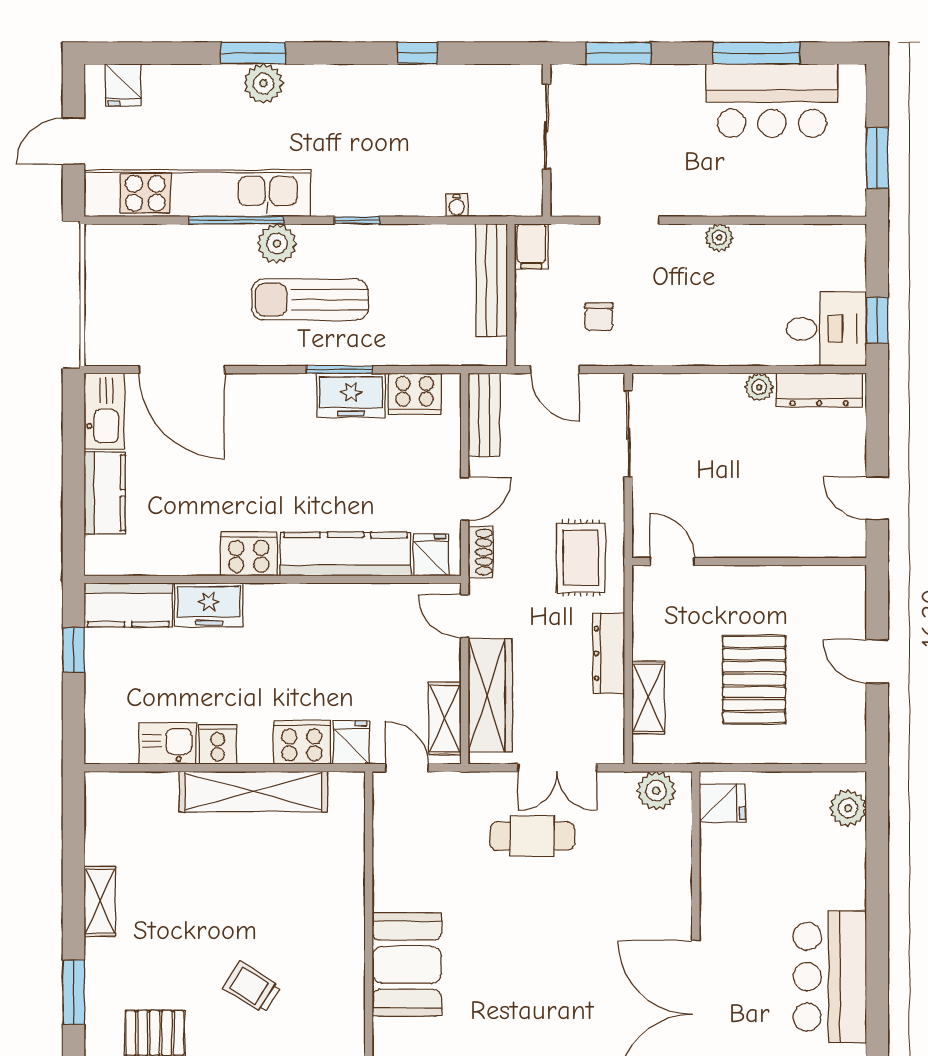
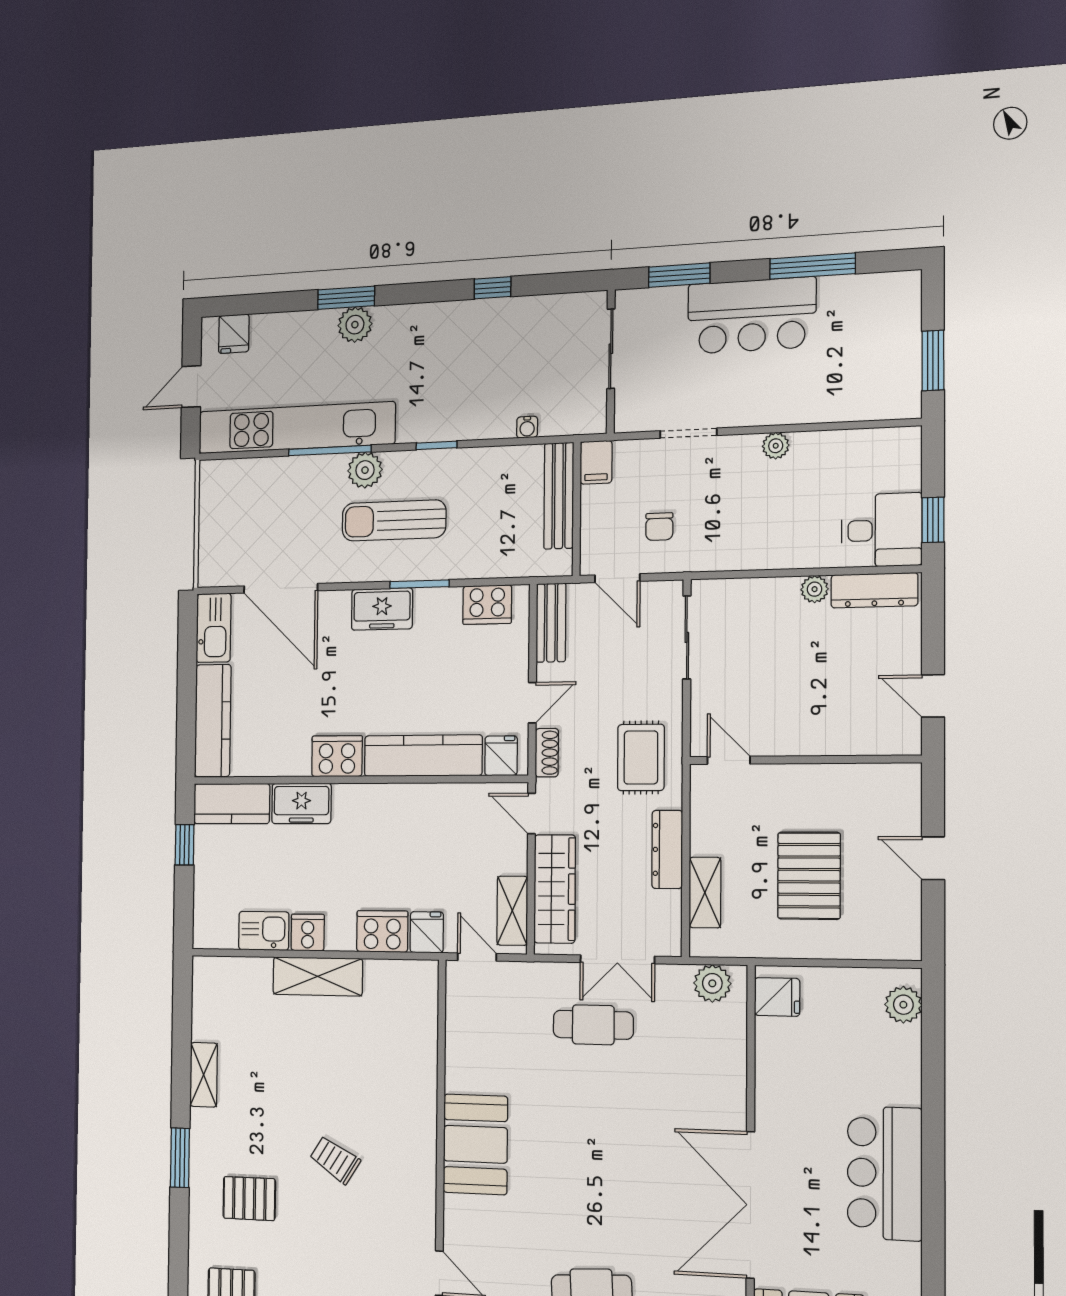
bar counter: (772, 100) -> (752, 315), moved
freezer: (351, 395) -> (382, 609), moved
kitchen counter: (105, 493) -> (213, 721), width x1.50
shelving: (253, 792) -> (318, 976), width x0.68

